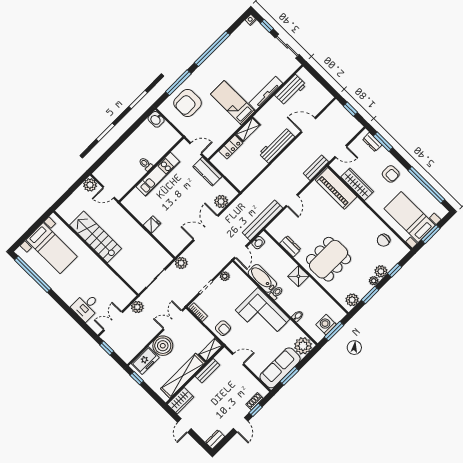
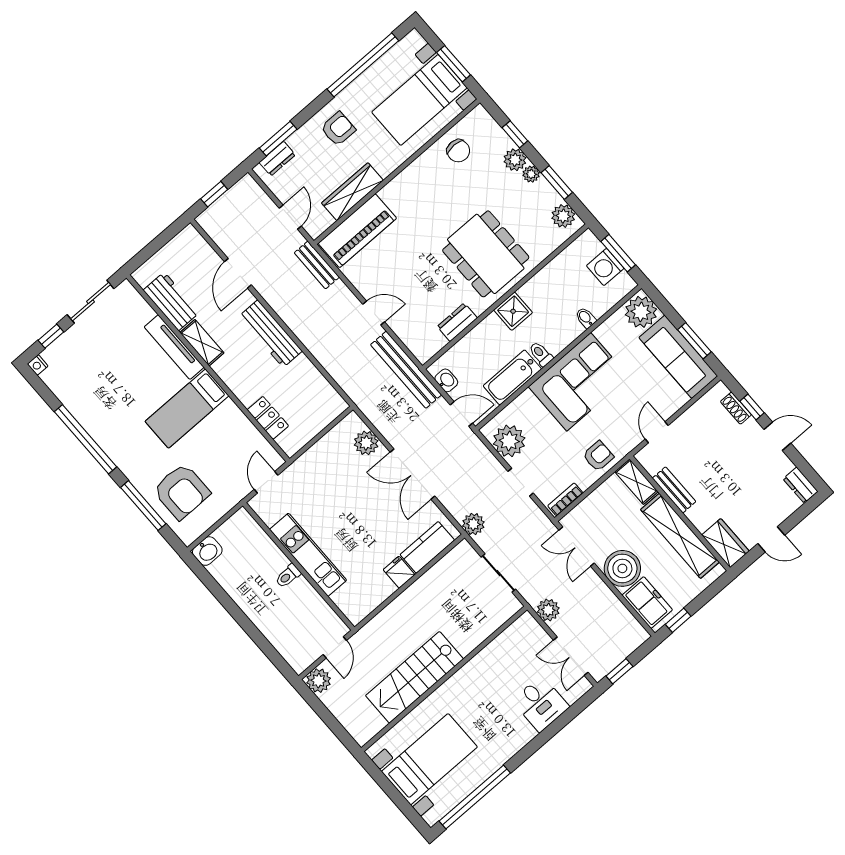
shelving: (248, 130) -> (202, 343), moved
kitchen counter: (207, 172) -> (427, 547), moved, turned 180
plant: (225, 276) -> (509, 441), width x1.87, depth x1.87

